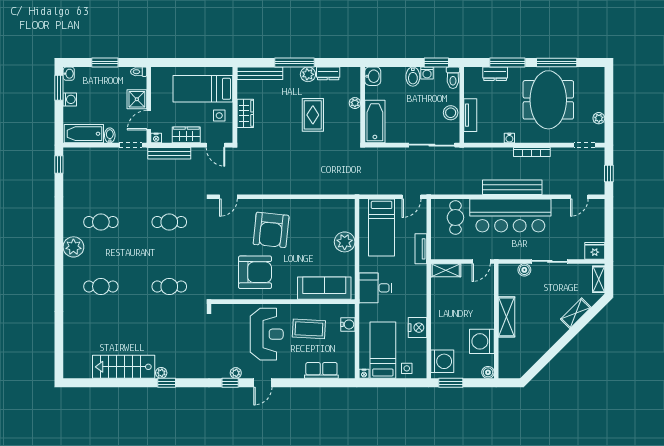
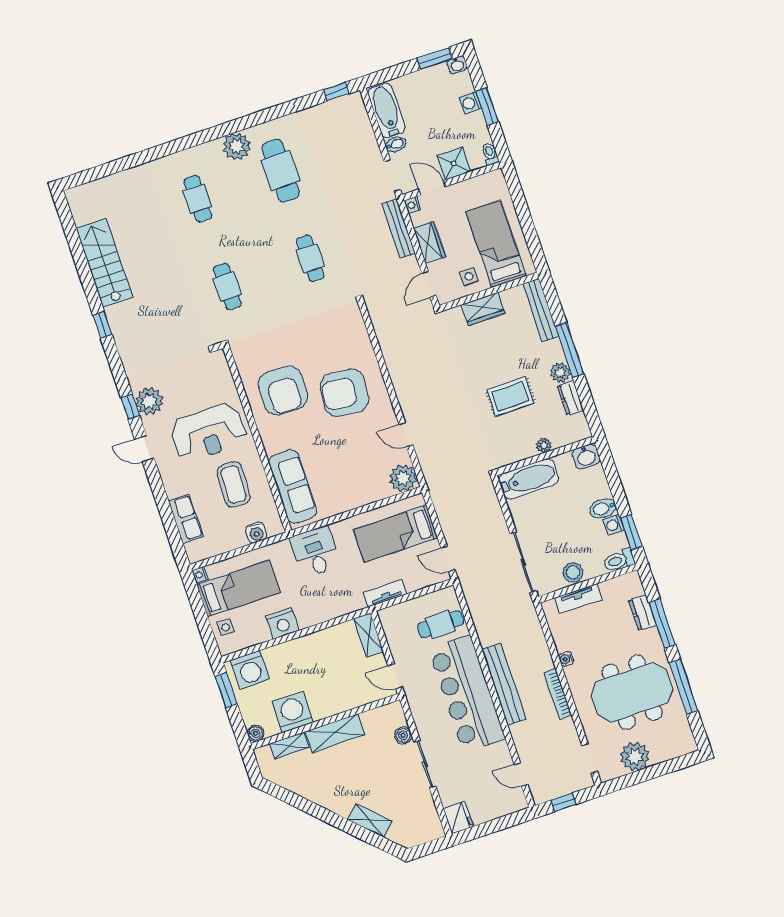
washing machine: (70, 99) -> (470, 103), moved, turned 90
plant: (599, 118) -> (635, 757), width x1.88, depth x1.88
door: (228, 197) -> (406, 435), moved
cafe table: (101, 222) -> (280, 171), width x1.37, depth x1.35
plant: (345, 242) -> (403, 478), moved
shelving: (599, 279) -> (289, 745), moved
plant: (161, 373) -> (113, 314), removed
plant: (236, 373) -> (149, 401), width x1.88, depth x1.88

